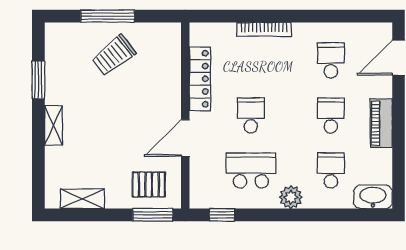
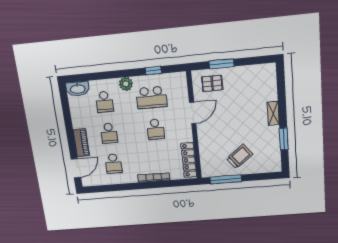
window: (108, 16) -> (226, 179), moved
locker: (200, 79) -> (189, 160), moved
piano: (381, 123) -> (81, 143), moved
shelving: (82, 199) -> (252, 71), removed
window: (153, 215) -> (222, 64), moved
window: (222, 215) -> (153, 71), moved

